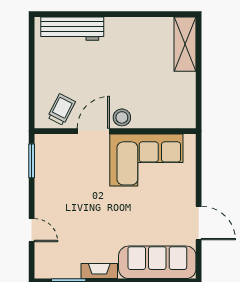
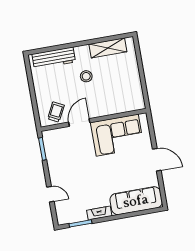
shelving: (185, 44) -> (108, 48), moved, turned 90
stool: (122, 117) -> (86, 76), moved
door: (199, 223) -> (157, 160), moved

